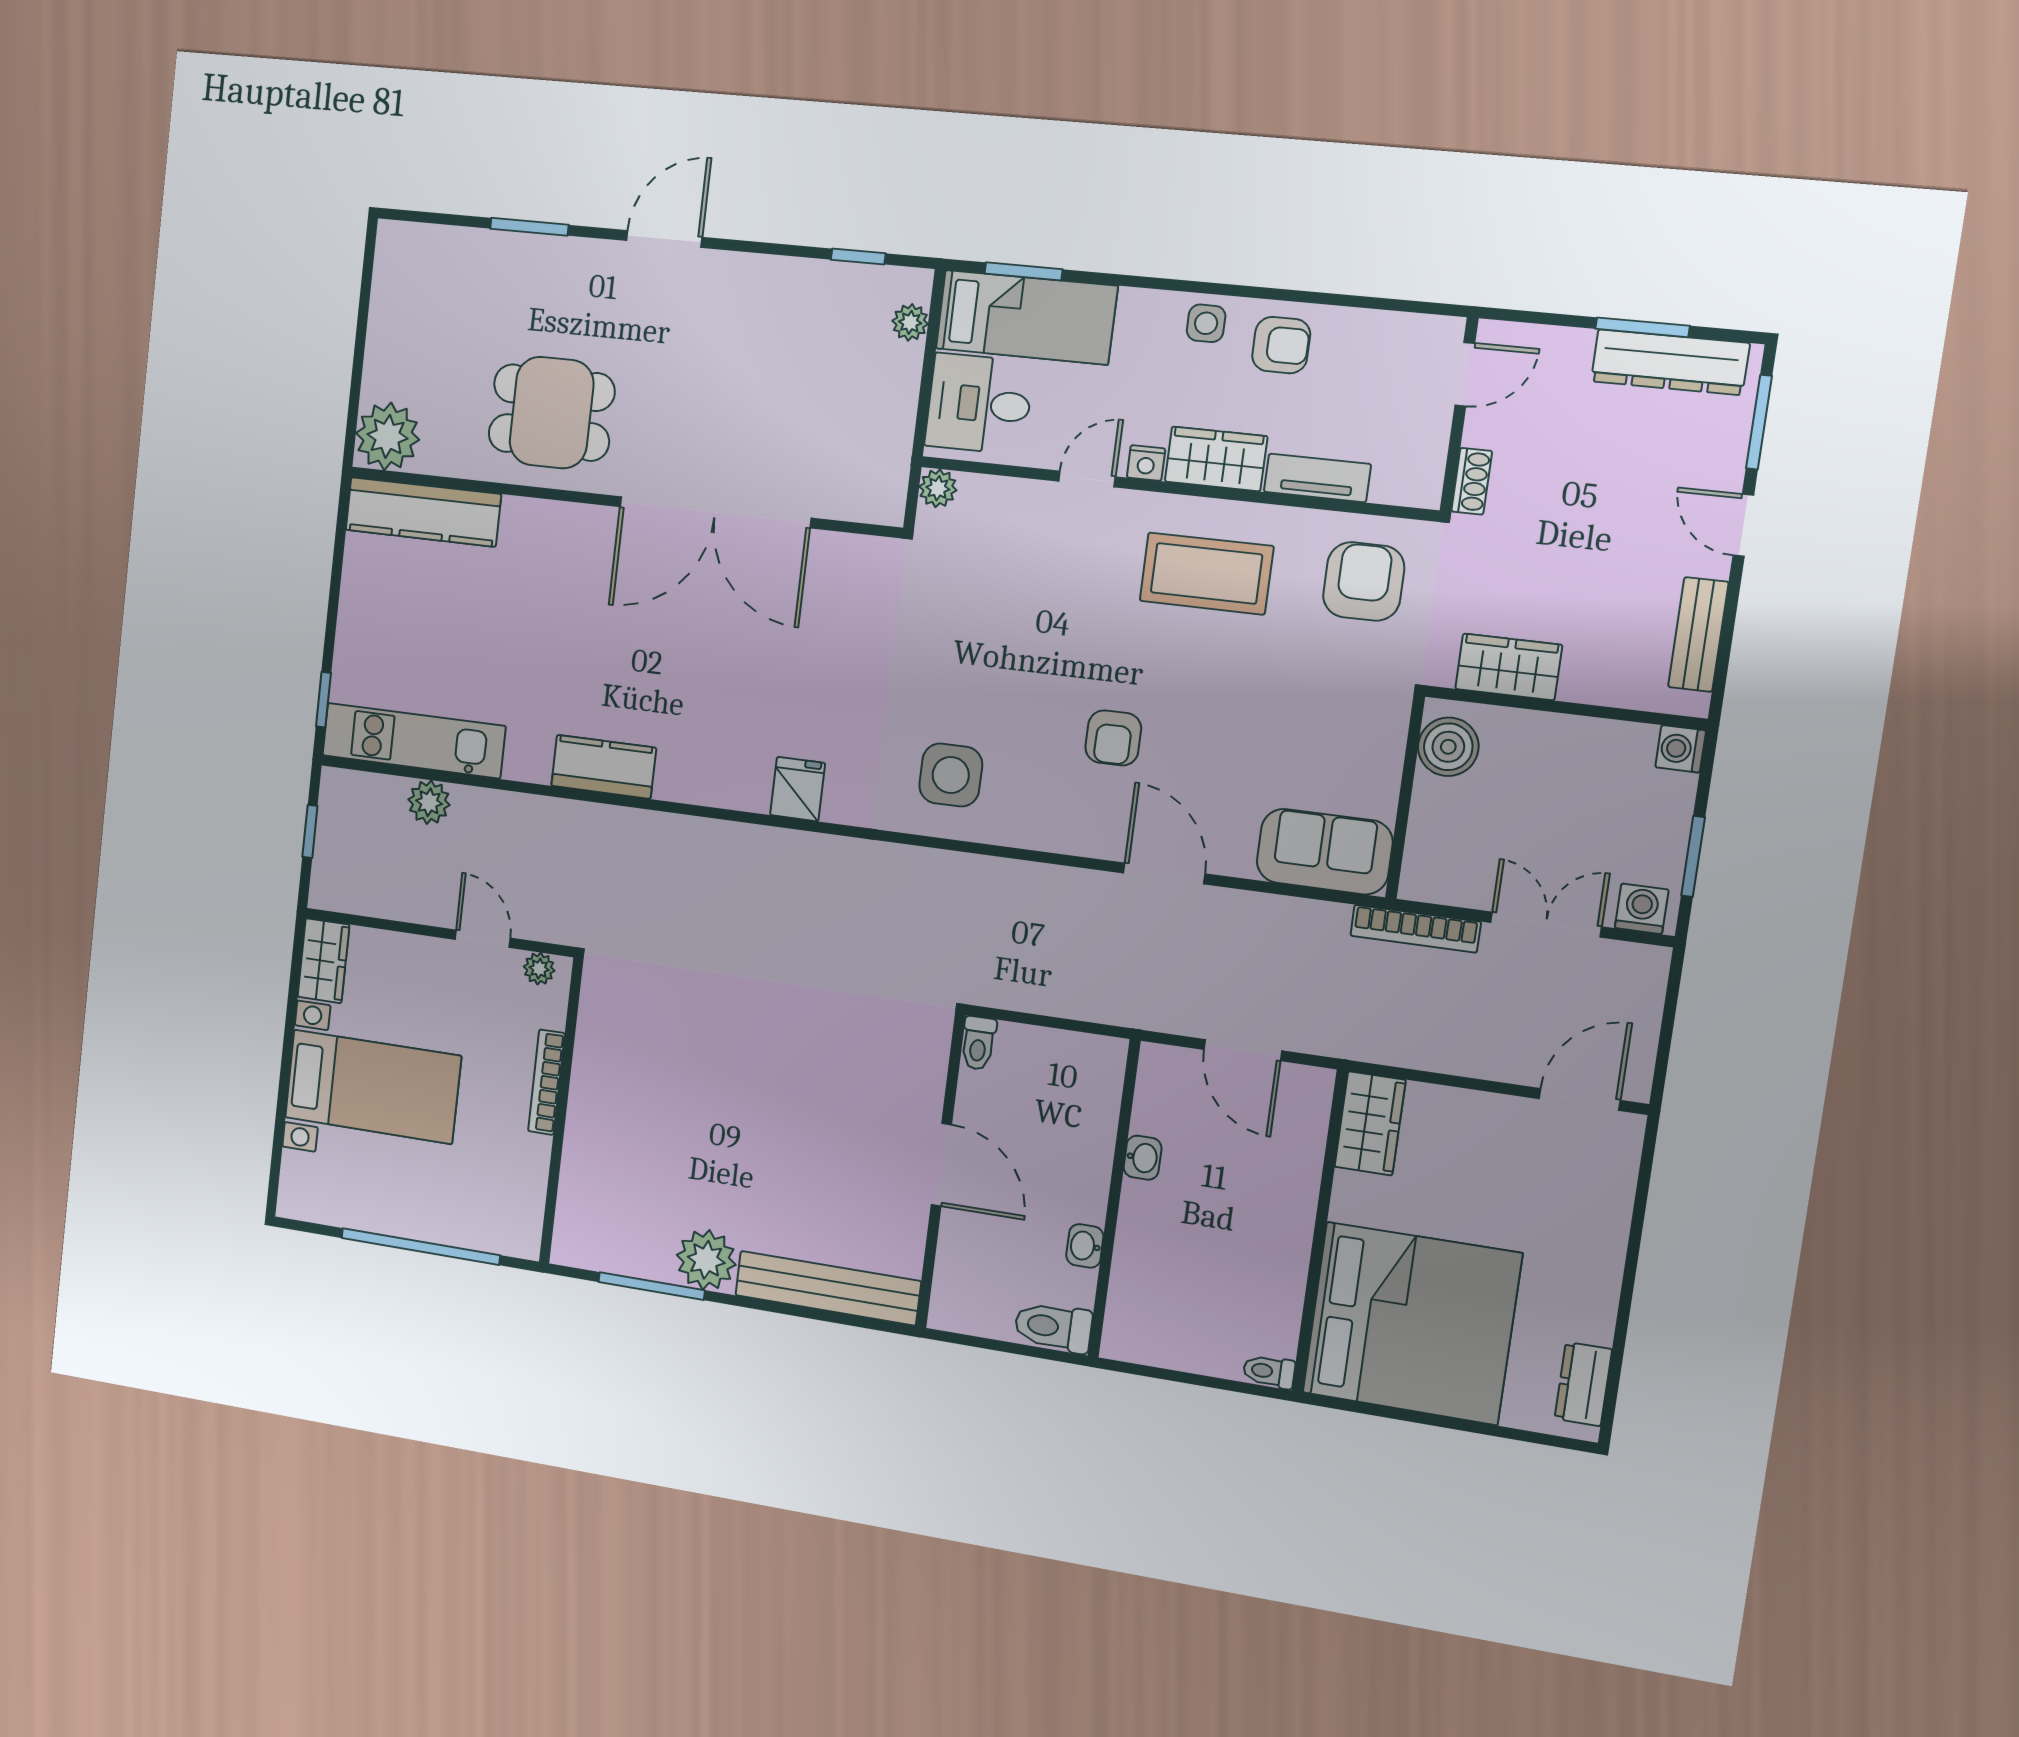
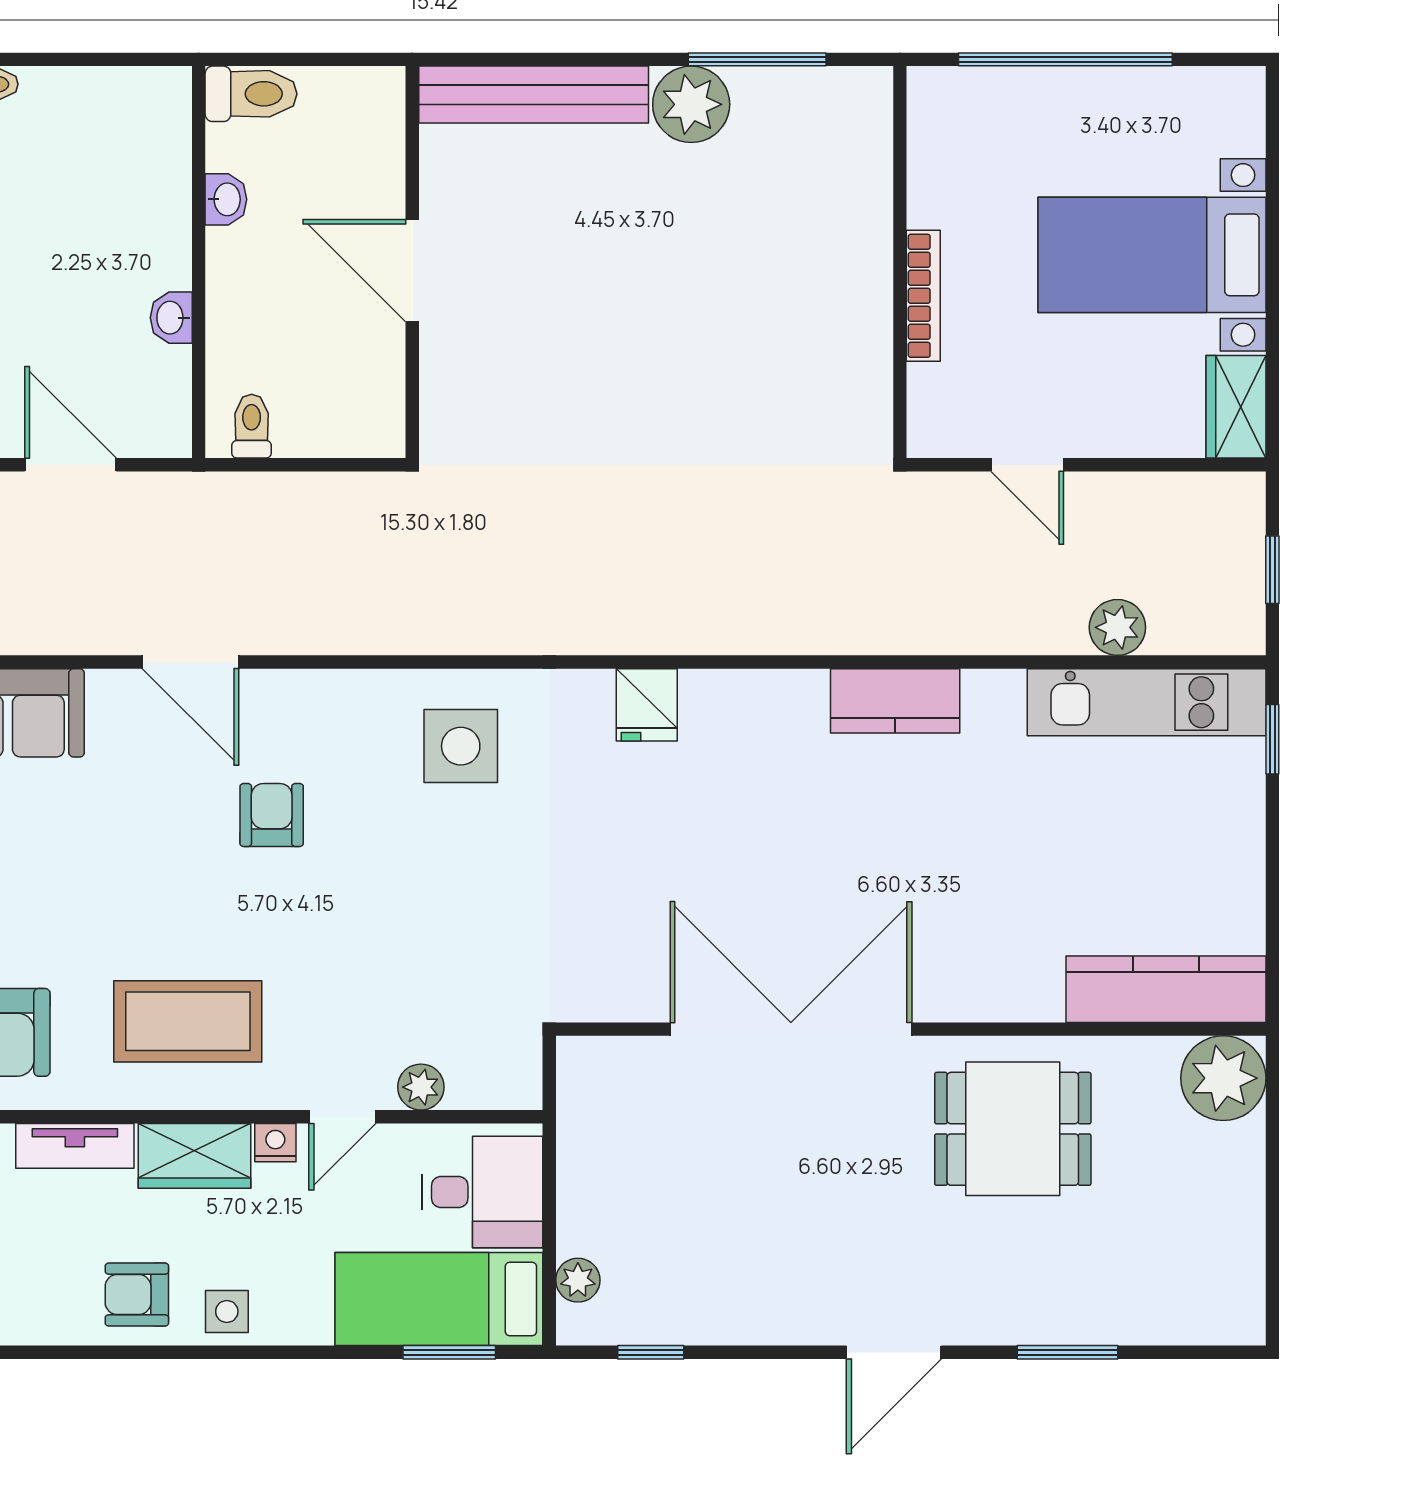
plant: (938, 488) -> (421, 1087), moved
plant: (539, 969) -> (949, 438), removed
toilet: (978, 1043) -> (252, 426), moved

